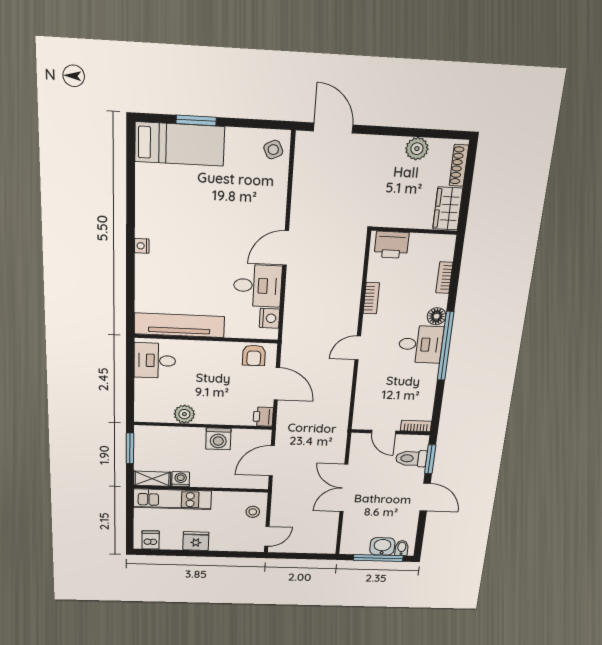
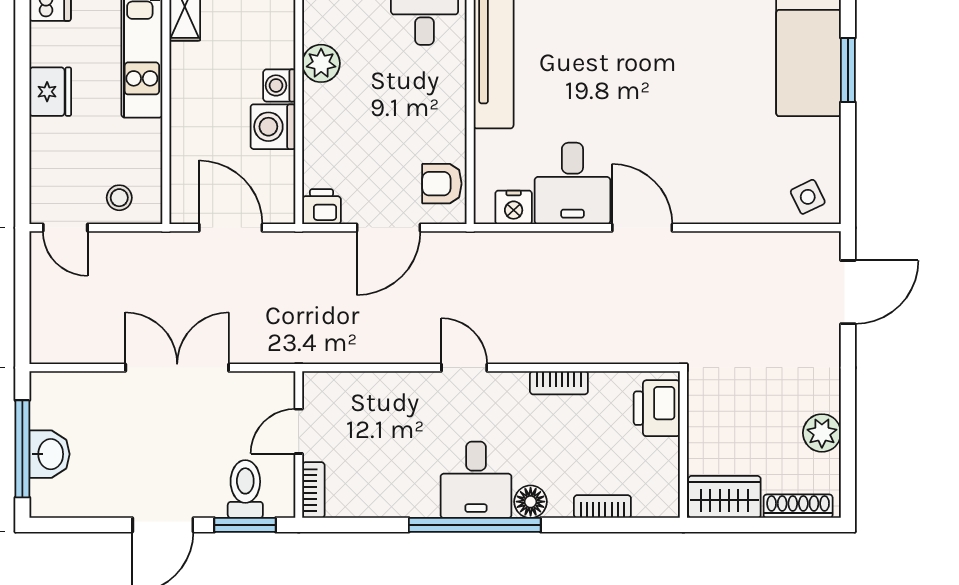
washing machine: (181, 479) -> (279, 85), moved, turned 180
bidet: (402, 548) -> (47, 493), removed

